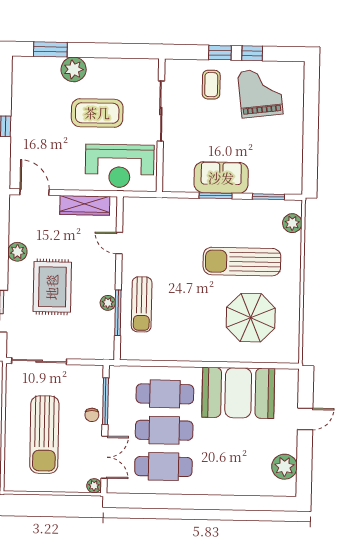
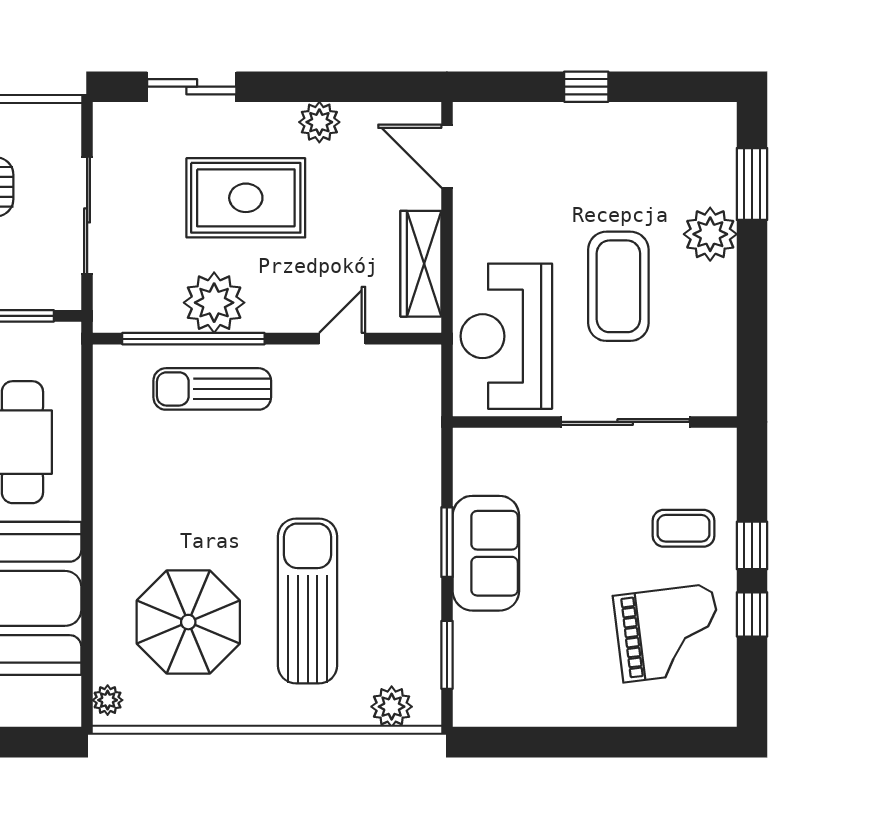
door: (35, 192) -> (447, 156), swing flipped
plant: (108, 303) -> (214, 303), width x1.87, depth x1.87
window: (118, 313) -> (193, 339), width x1.46
plant: (287, 356) -> (108, 700), added
sliding door: (39, 361) -> (87, 215), moved

